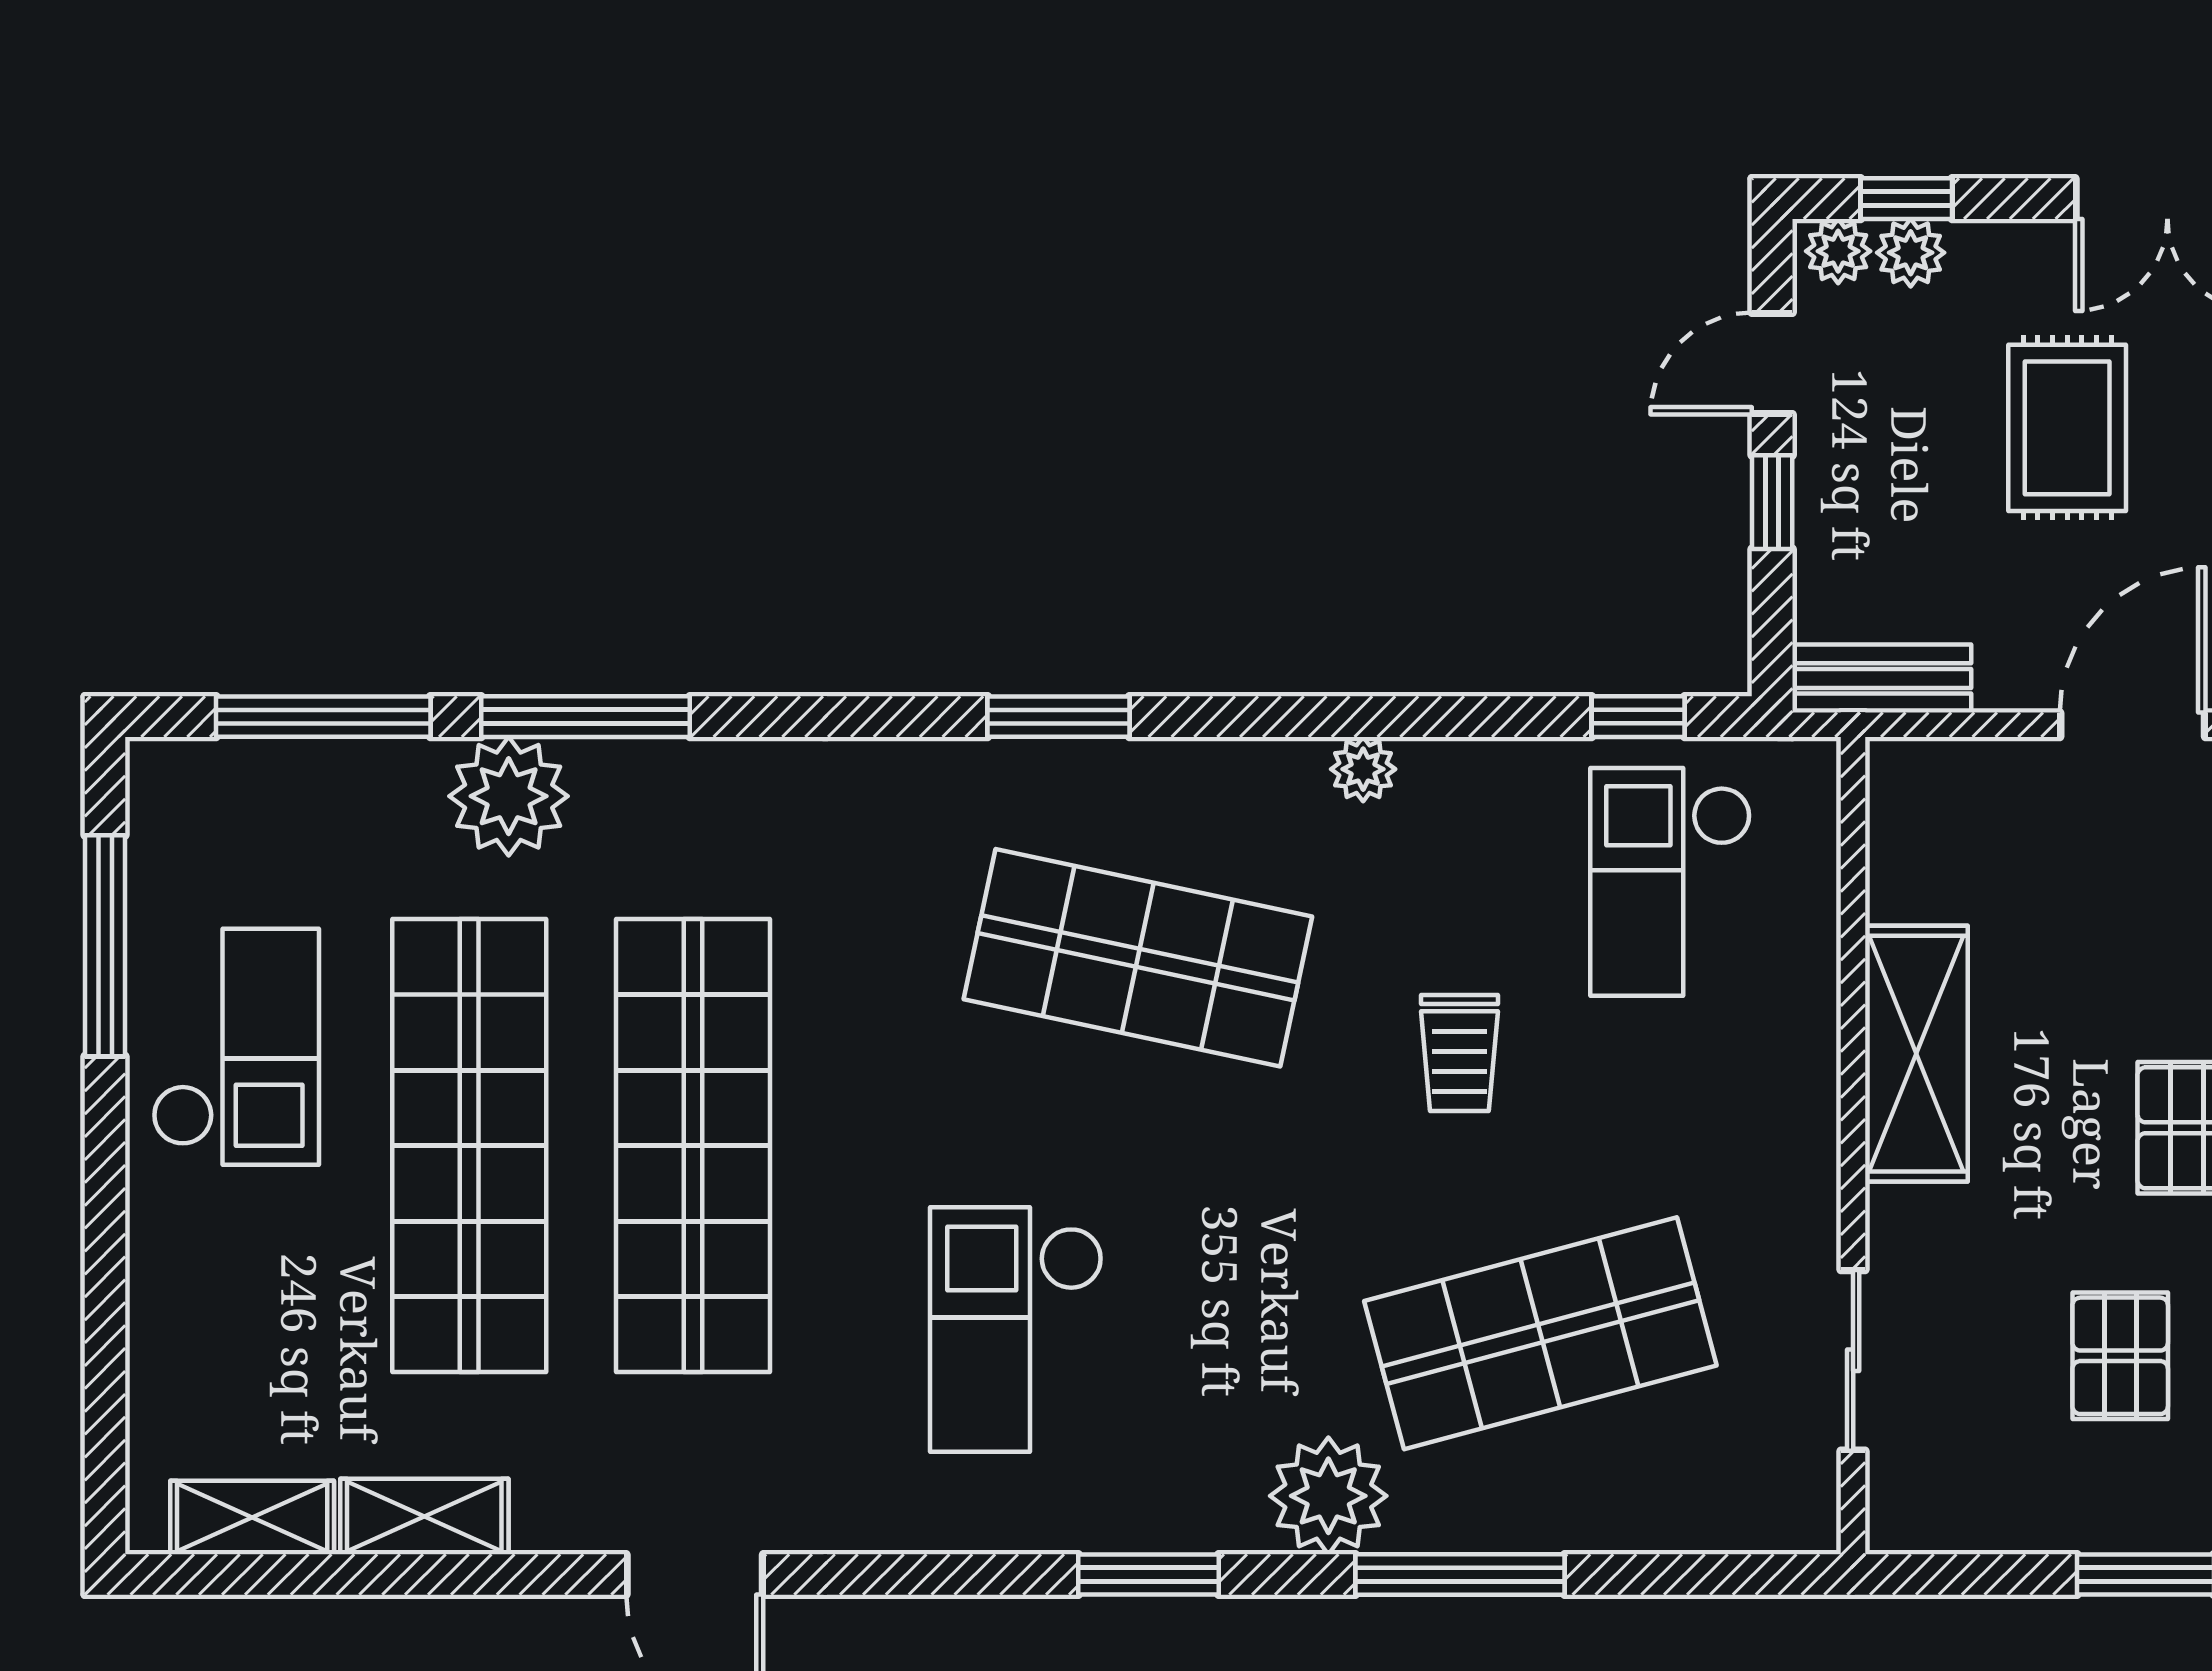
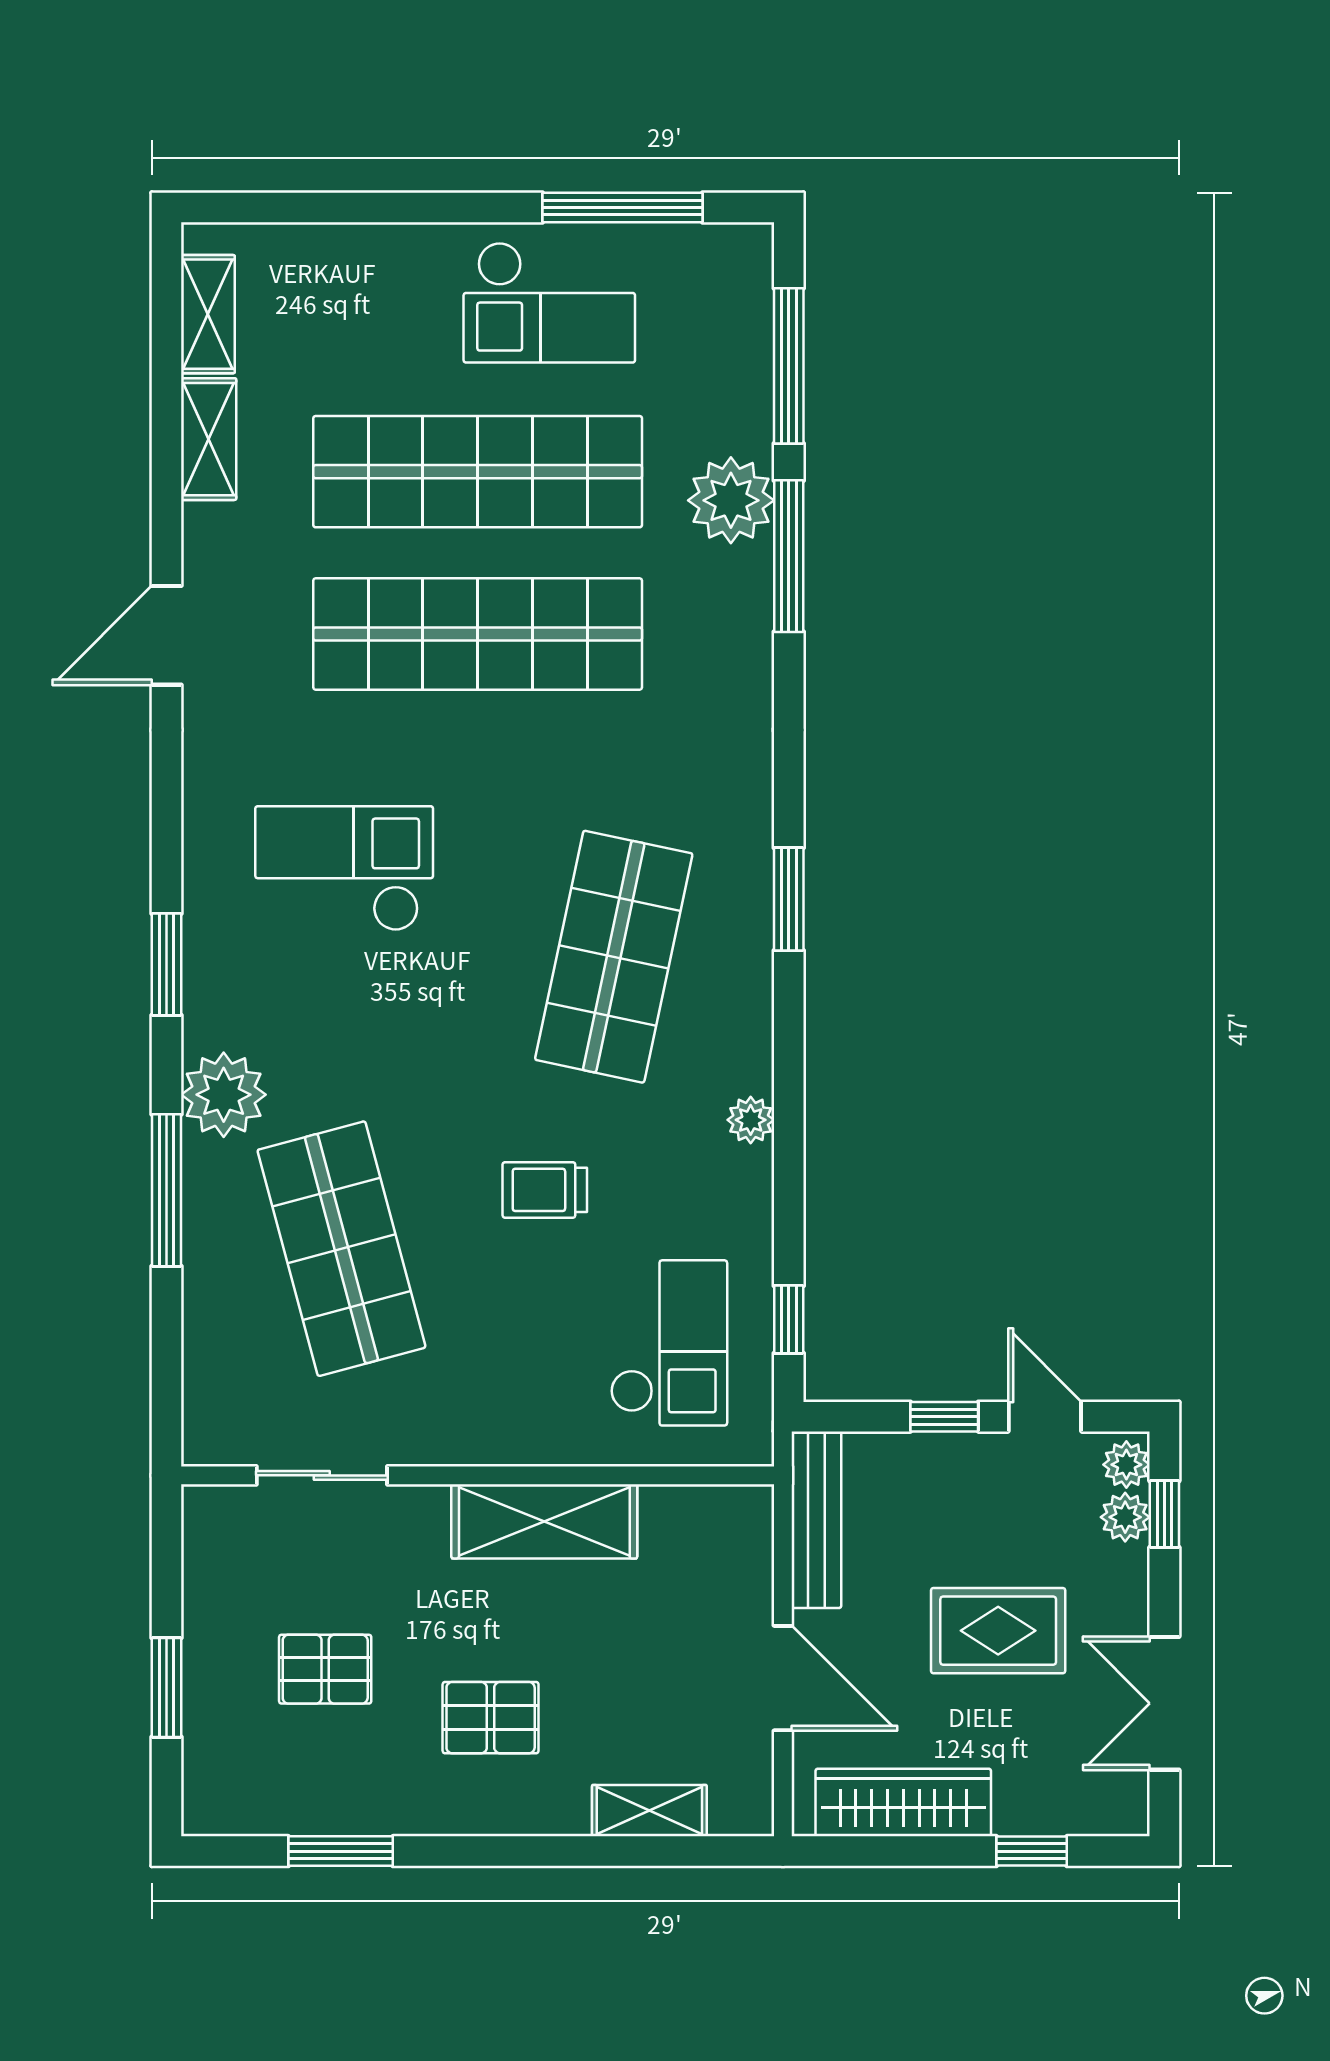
bench: (1882, 678) -> (816, 1520), width x1.36
checkout: (1670, 882) -> (669, 1343), turned 90

